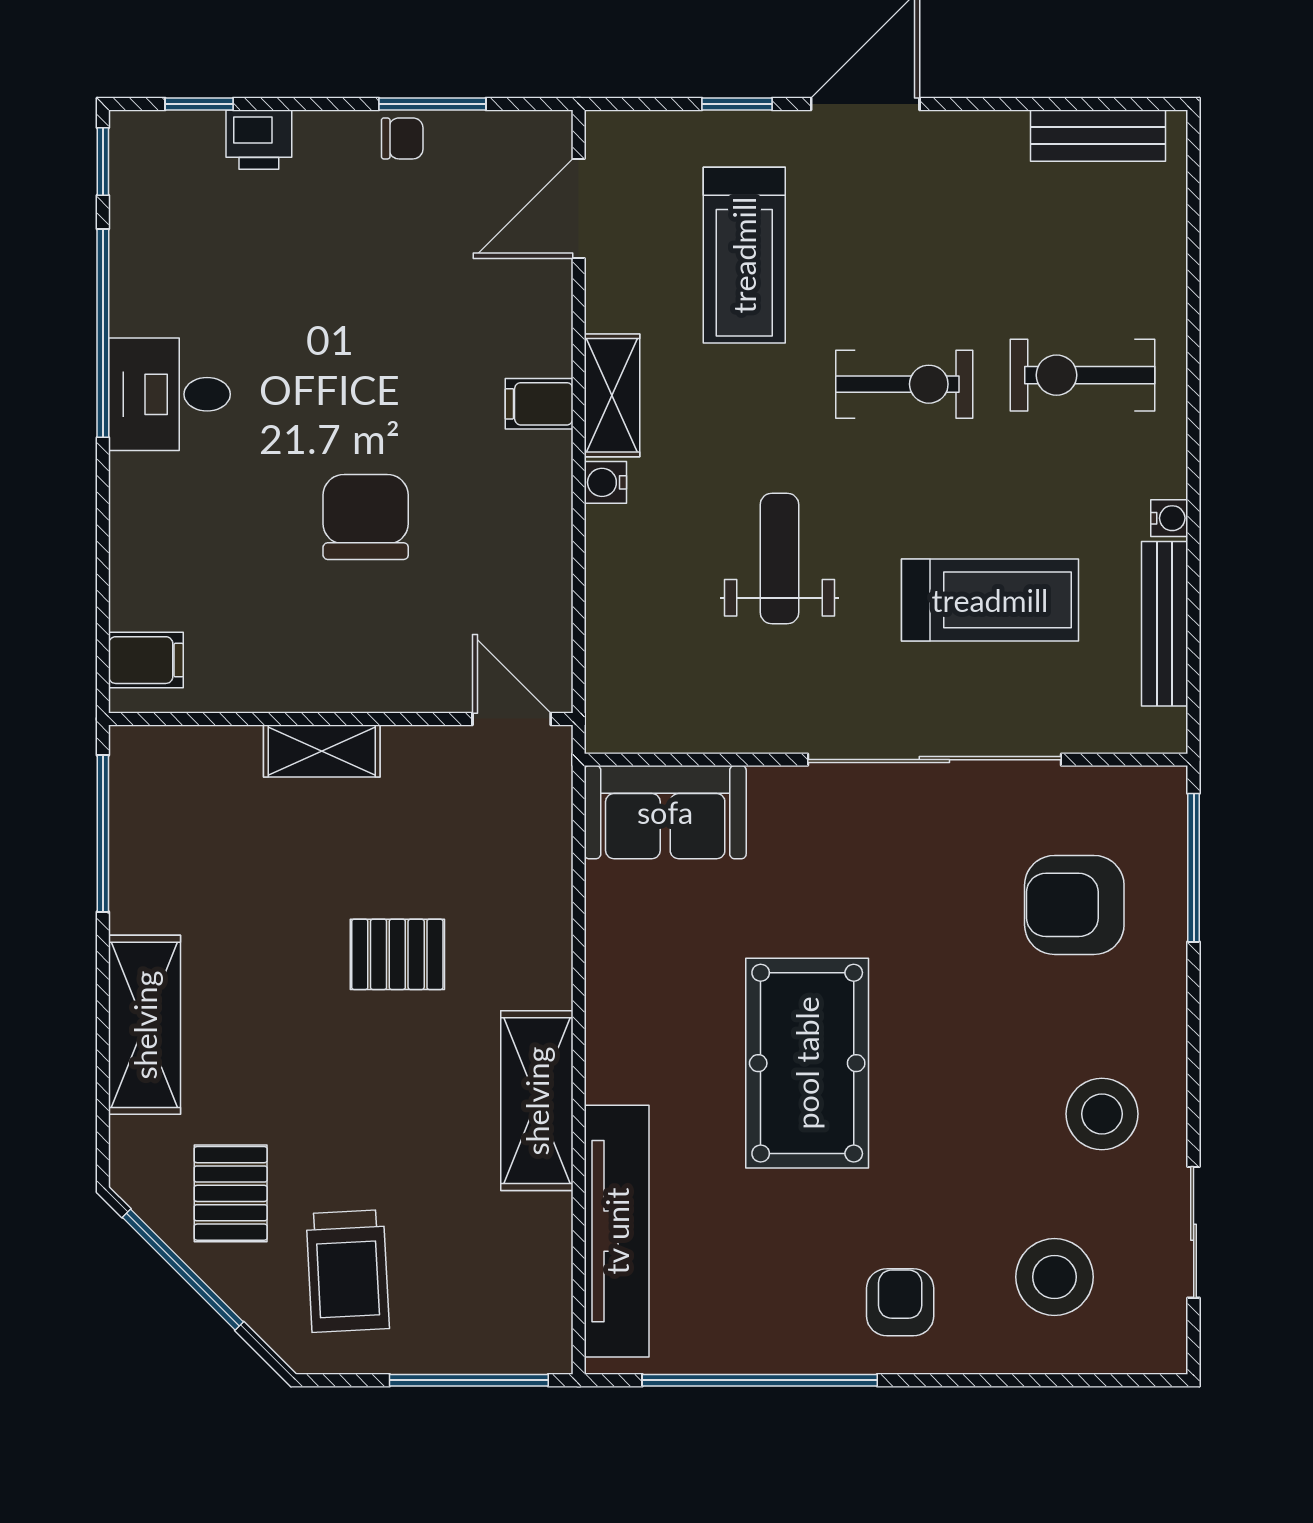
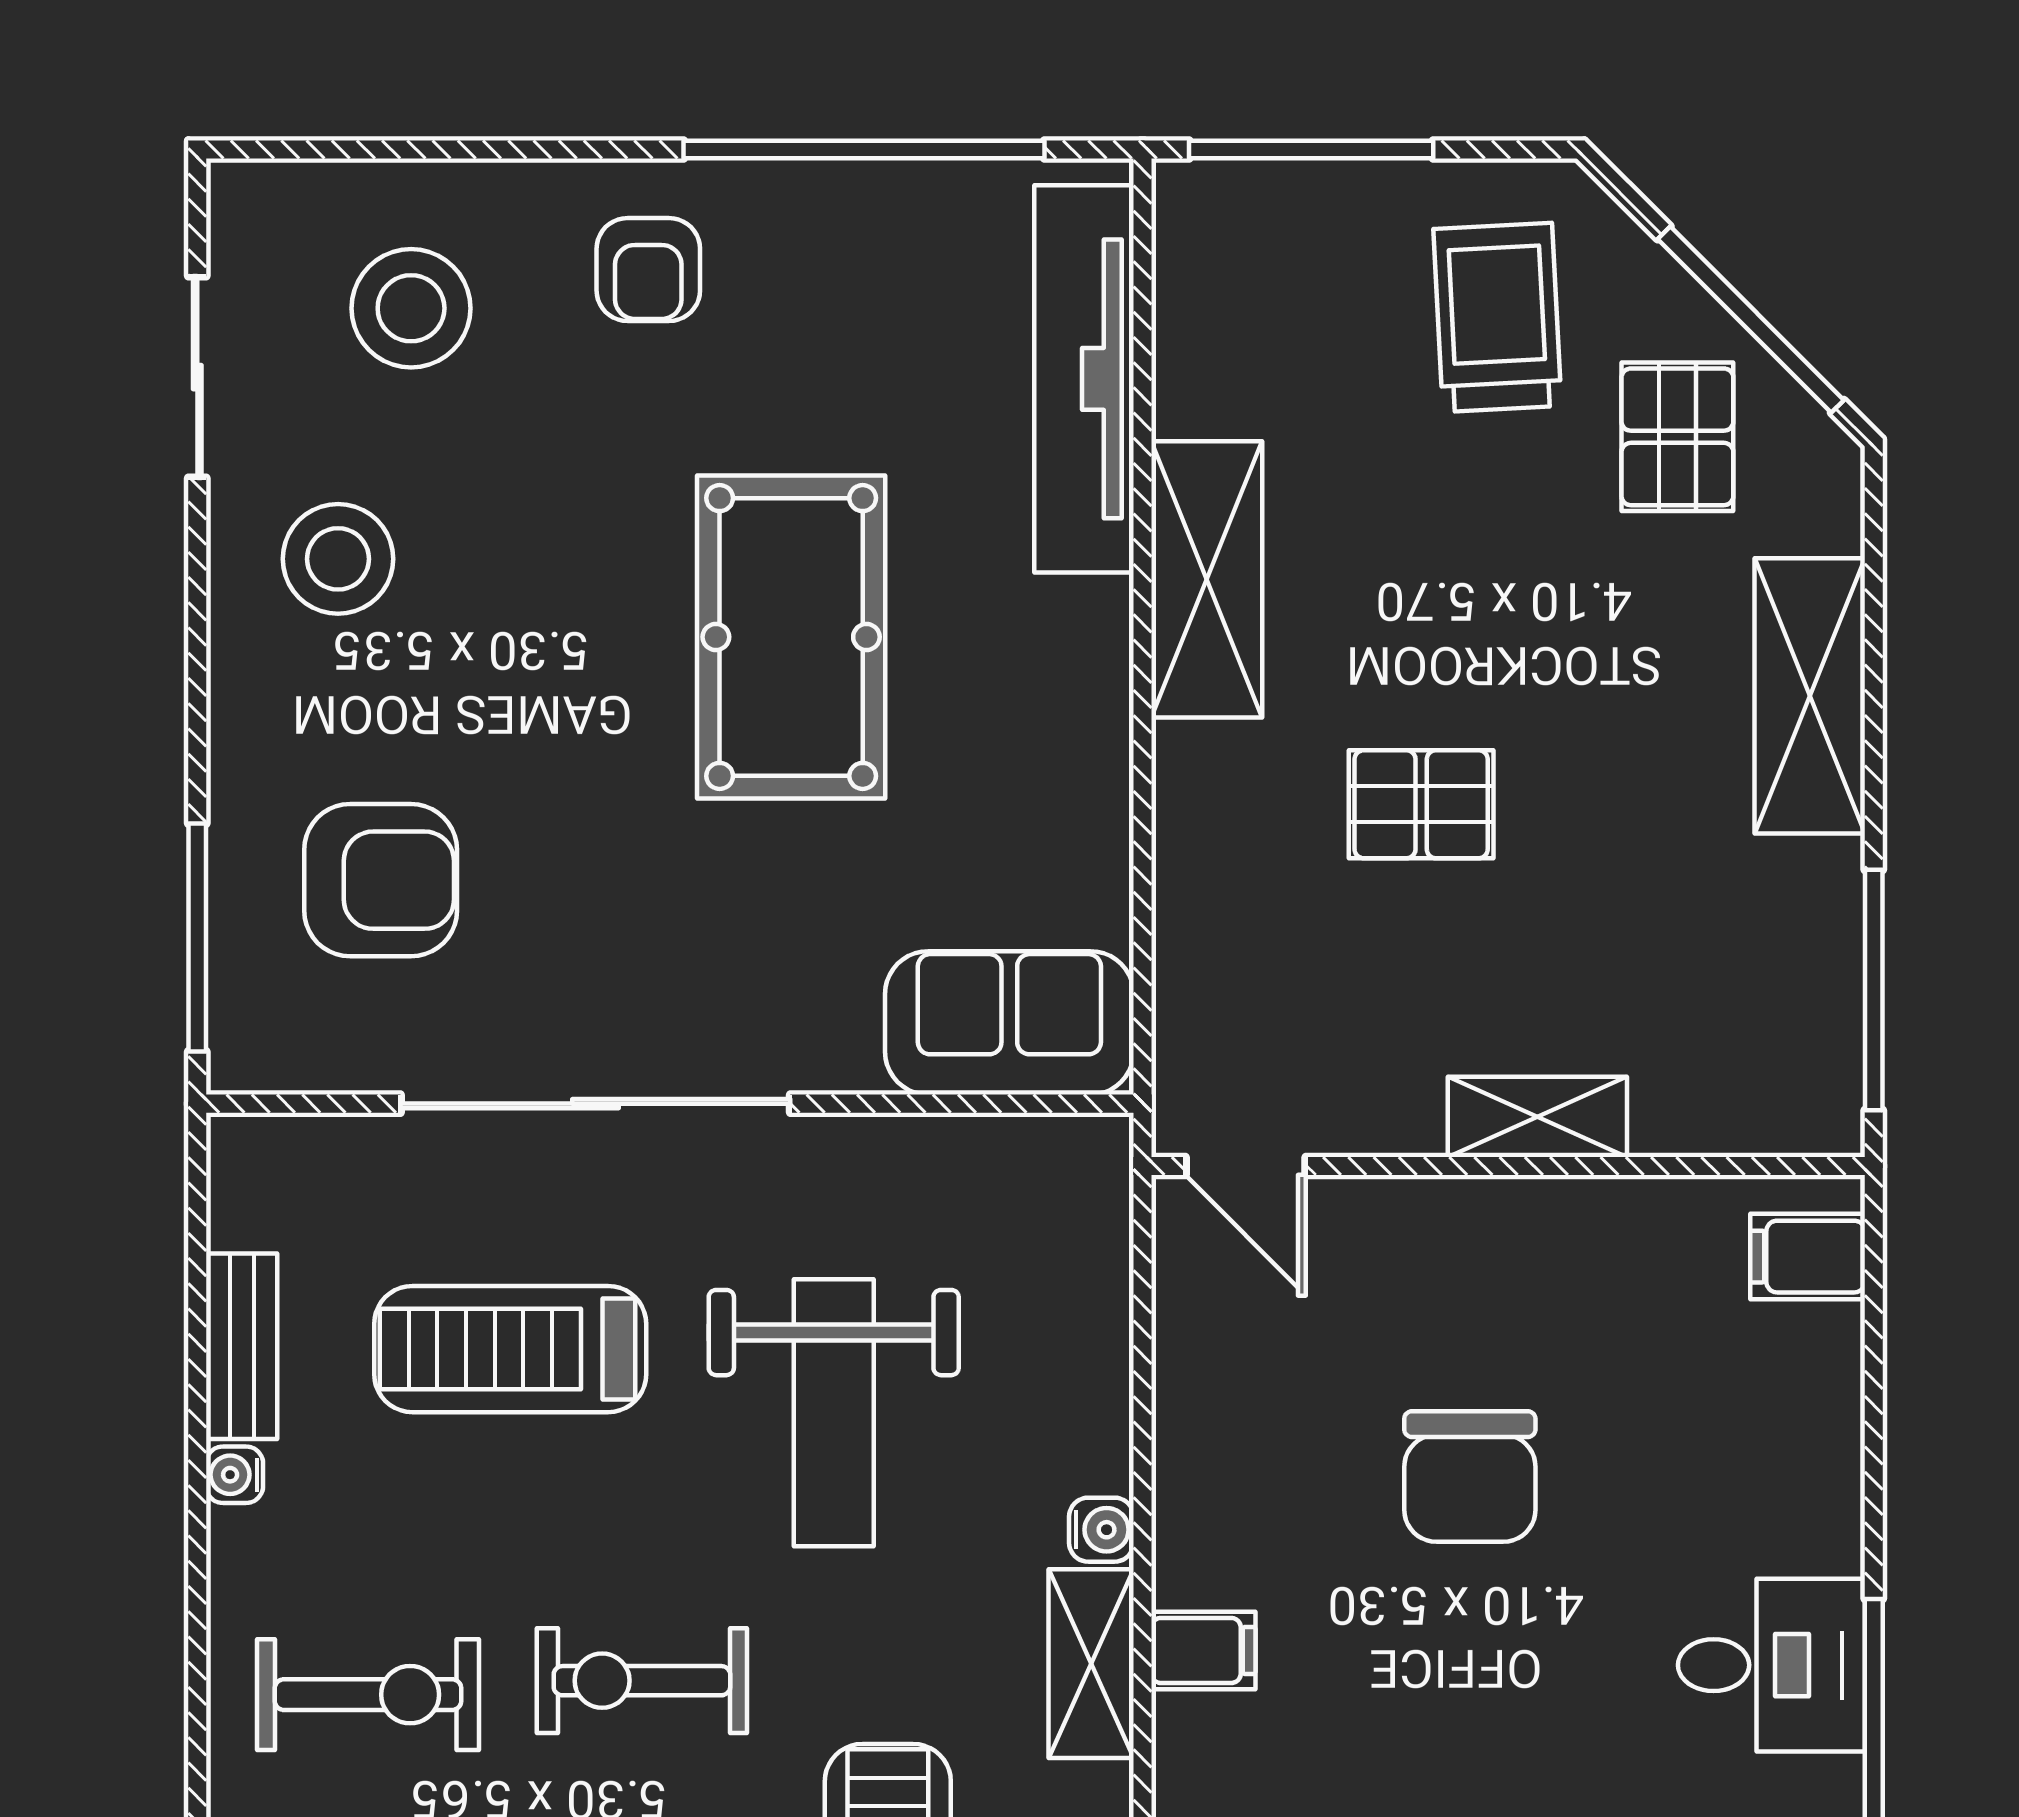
weight bench: (779, 559) -> (834, 1413), width x1.36, depth x1.33
bench: (1165, 624) -> (242, 1346), width x0.73

